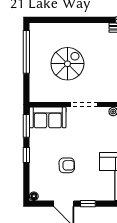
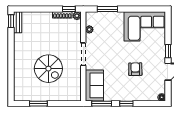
window: (26, 52) -> (38, 104), width x0.47
spiral stairs: (67, 64) -> (48, 69), turned 180

